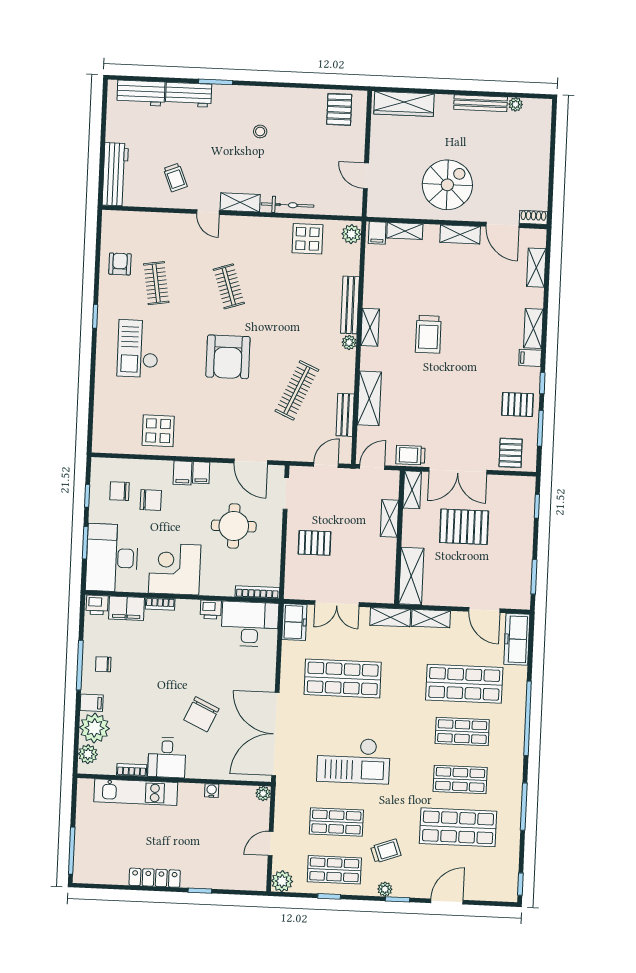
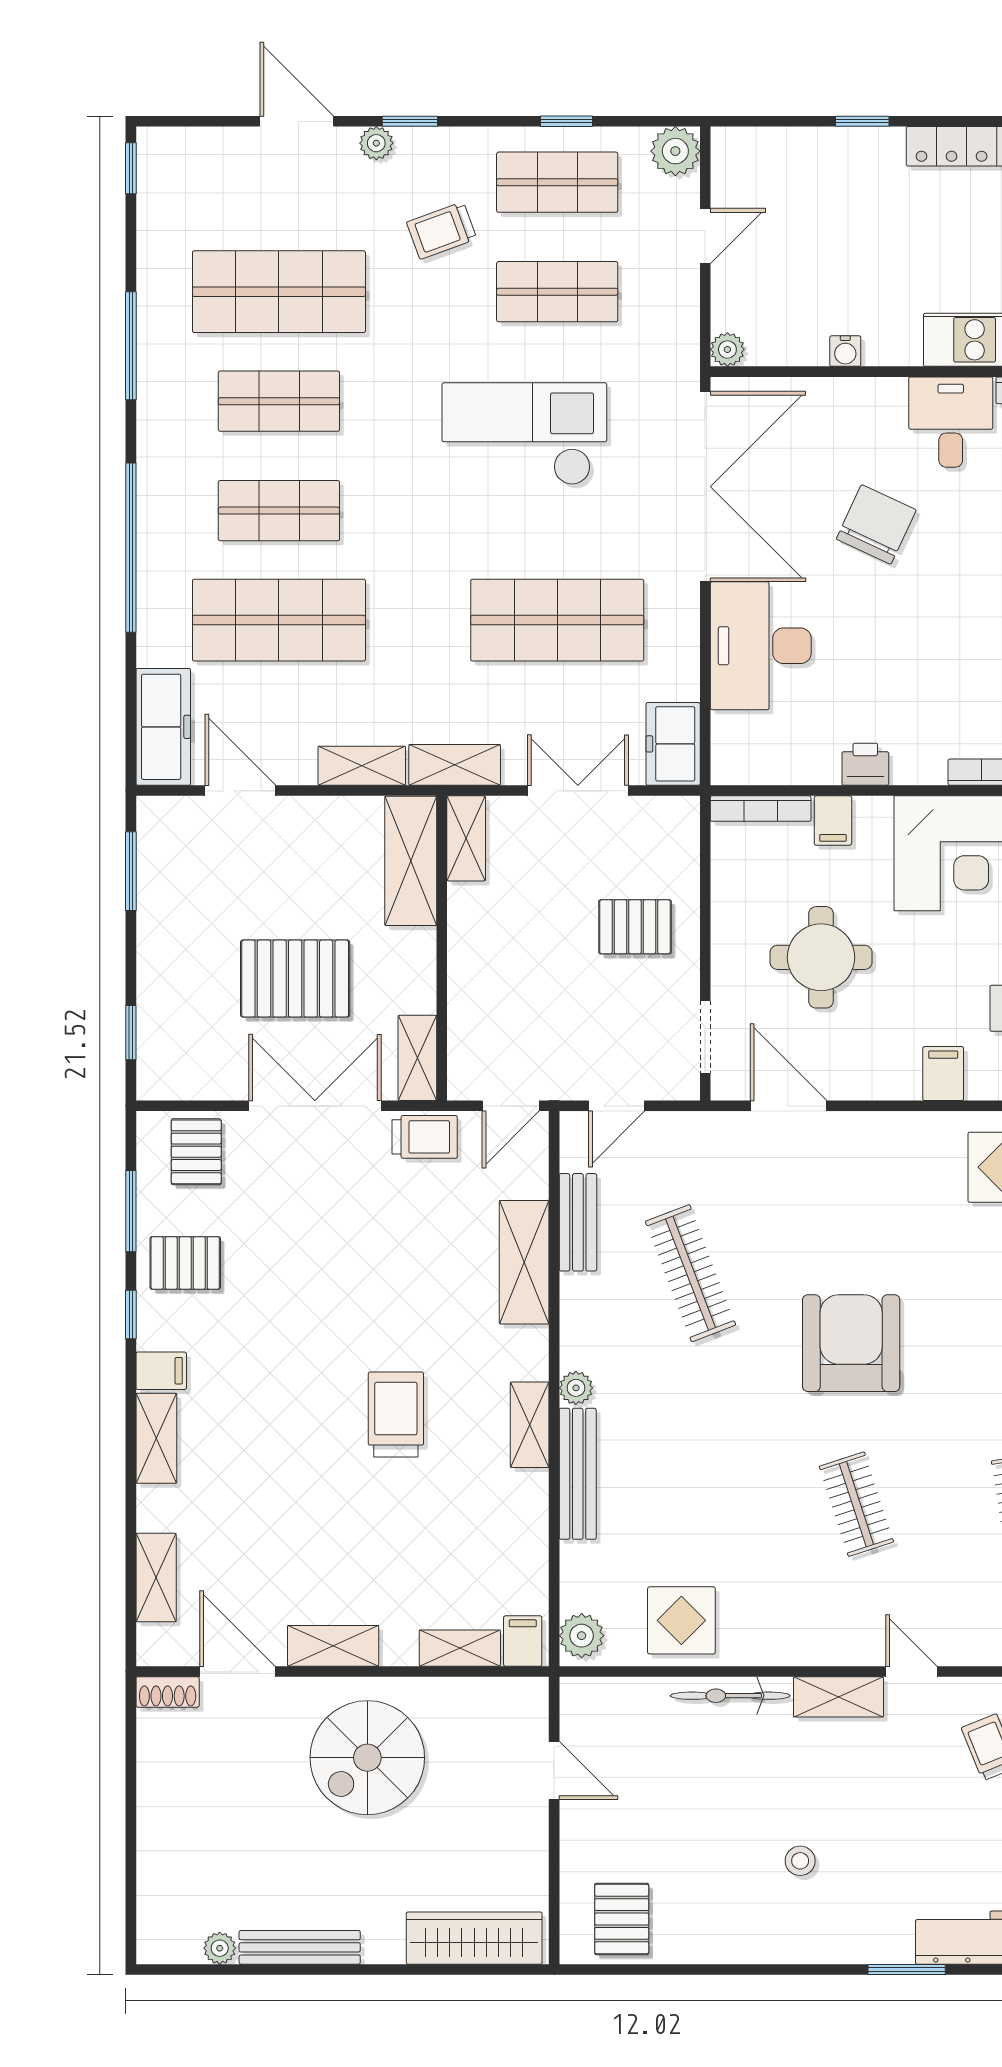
clothes rail: (297, 390) -> (691, 1273), turned -45
filing cabinet: (201, 473) -> (833, 821), moved, turned 180
shelving: (389, 518) -> (466, 838), moved
desk: (250, 624) -> (761, 646), moved, turned 90
plant: (385, 889) -> (376, 143), moved
door: (447, 901) -> (297, 121), swing flipped

